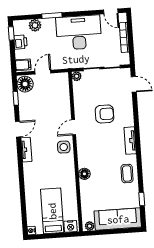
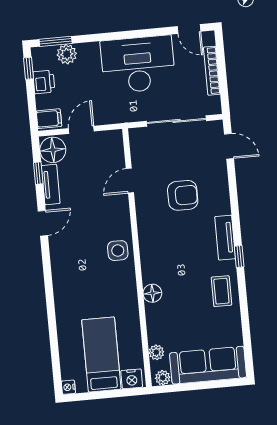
window: (52, 16) -> (56, 41), moved
plant: (77, 76) -> (156, 352), moved
door: (74, 127) -> (130, 181), moved
tv unit: (26, 150) -> (51, 184), moved
window: (142, 199) -> (239, 257), moved

